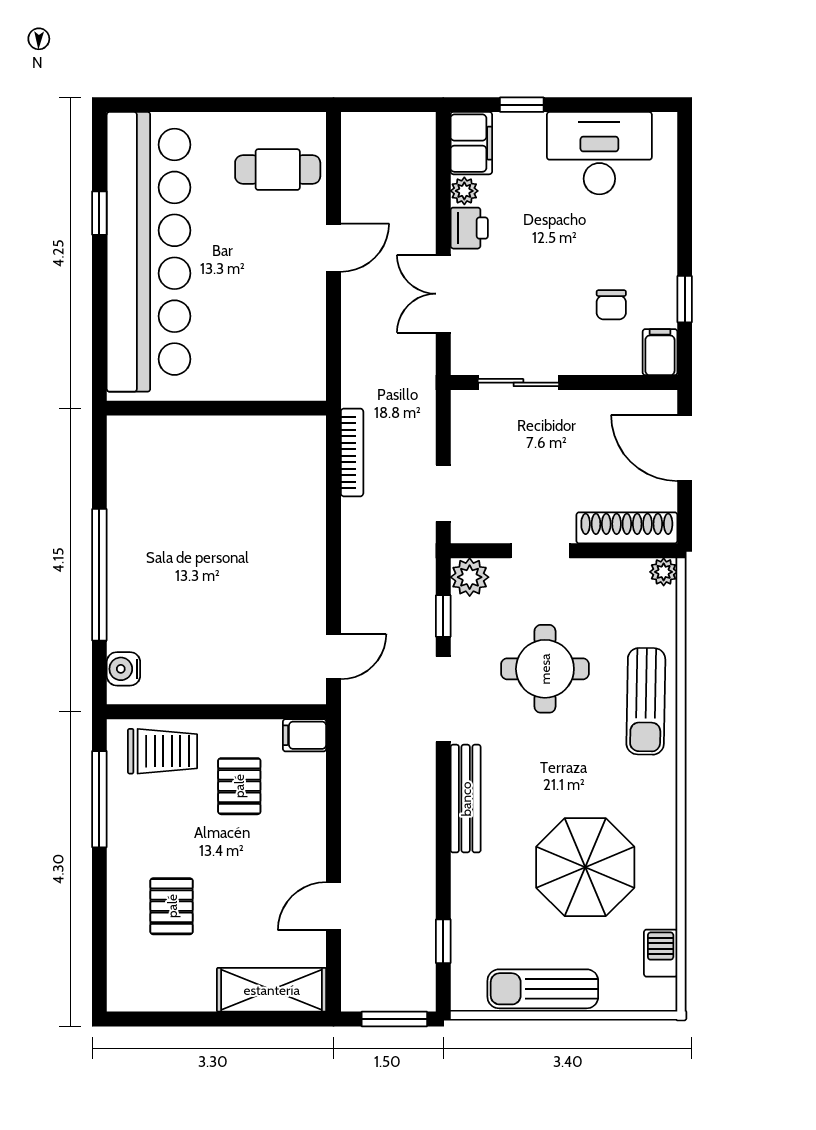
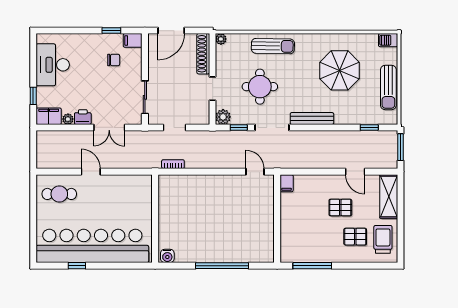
cafe table: (278, 170) -> (59, 194), turned 90
bookcase: (352, 452) -> (173, 164), width x0.64
doorway: (443, 493) -> (174, 127), moved
water cooler: (123, 669) -> (167, 256), moved
trolley: (163, 751) -> (383, 239), moved
pallet: (239, 786) -> (340, 207), moved
barbecue: (661, 953) -> (388, 40), moved

